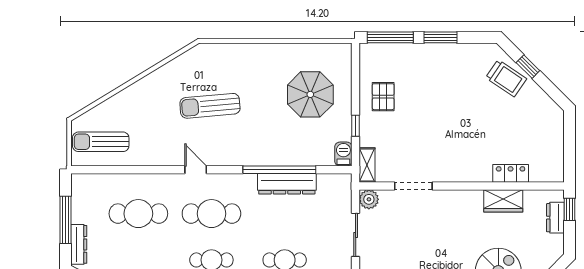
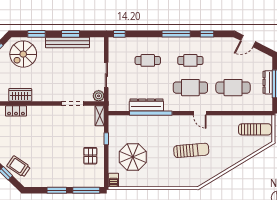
barbecue: (343, 154) -> (113, 180), moved
dresser: (79, 244) -> (268, 82), moved

